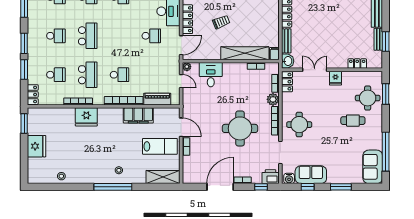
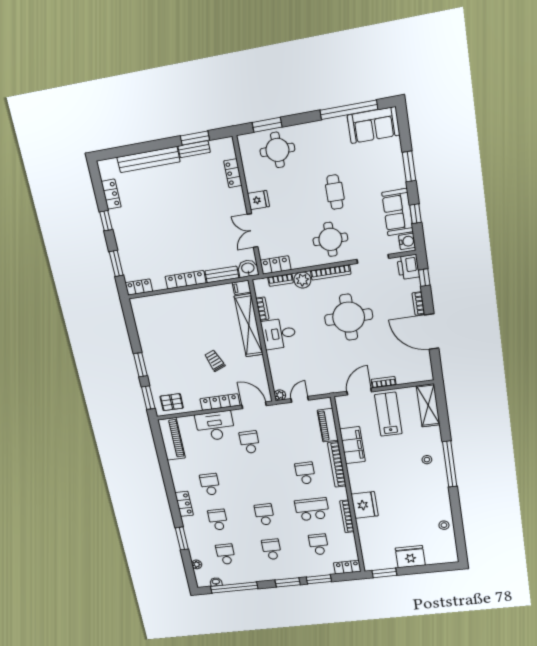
school desk: (88, 36) -> (265, 515), width x0.54
desk: (211, 75) -> (279, 334), moved
cafe table: (353, 121) -> (335, 192), moved

